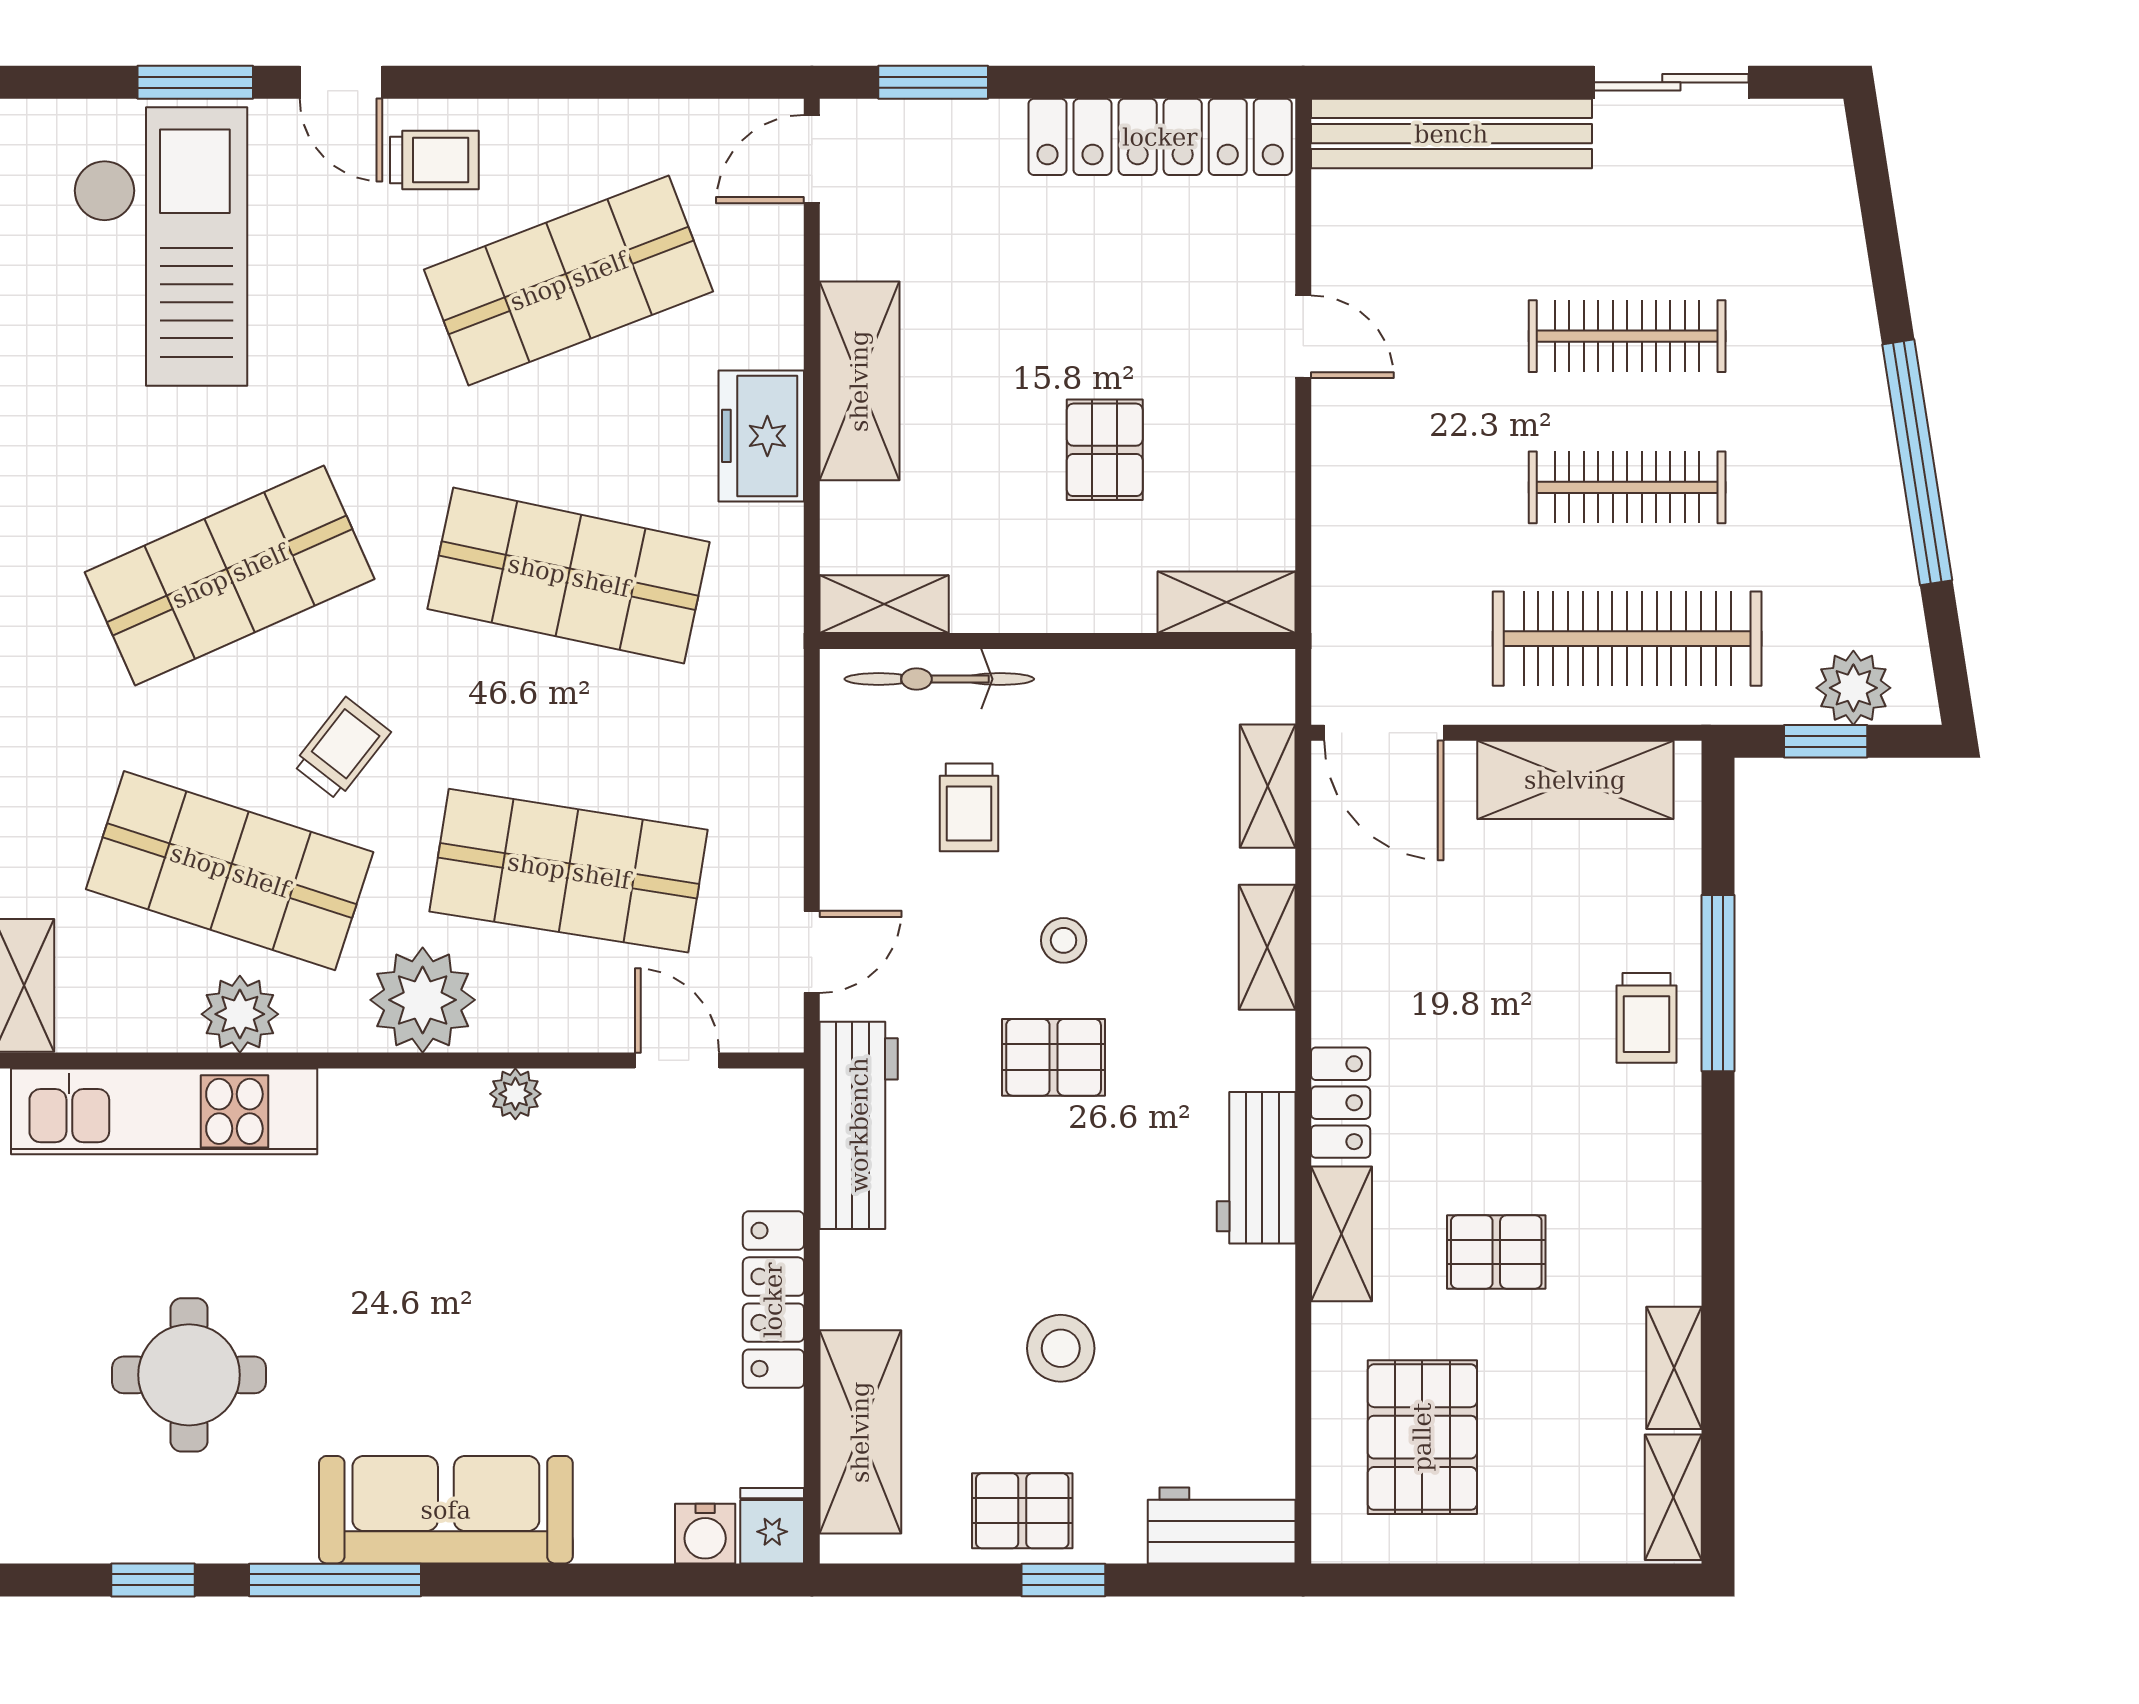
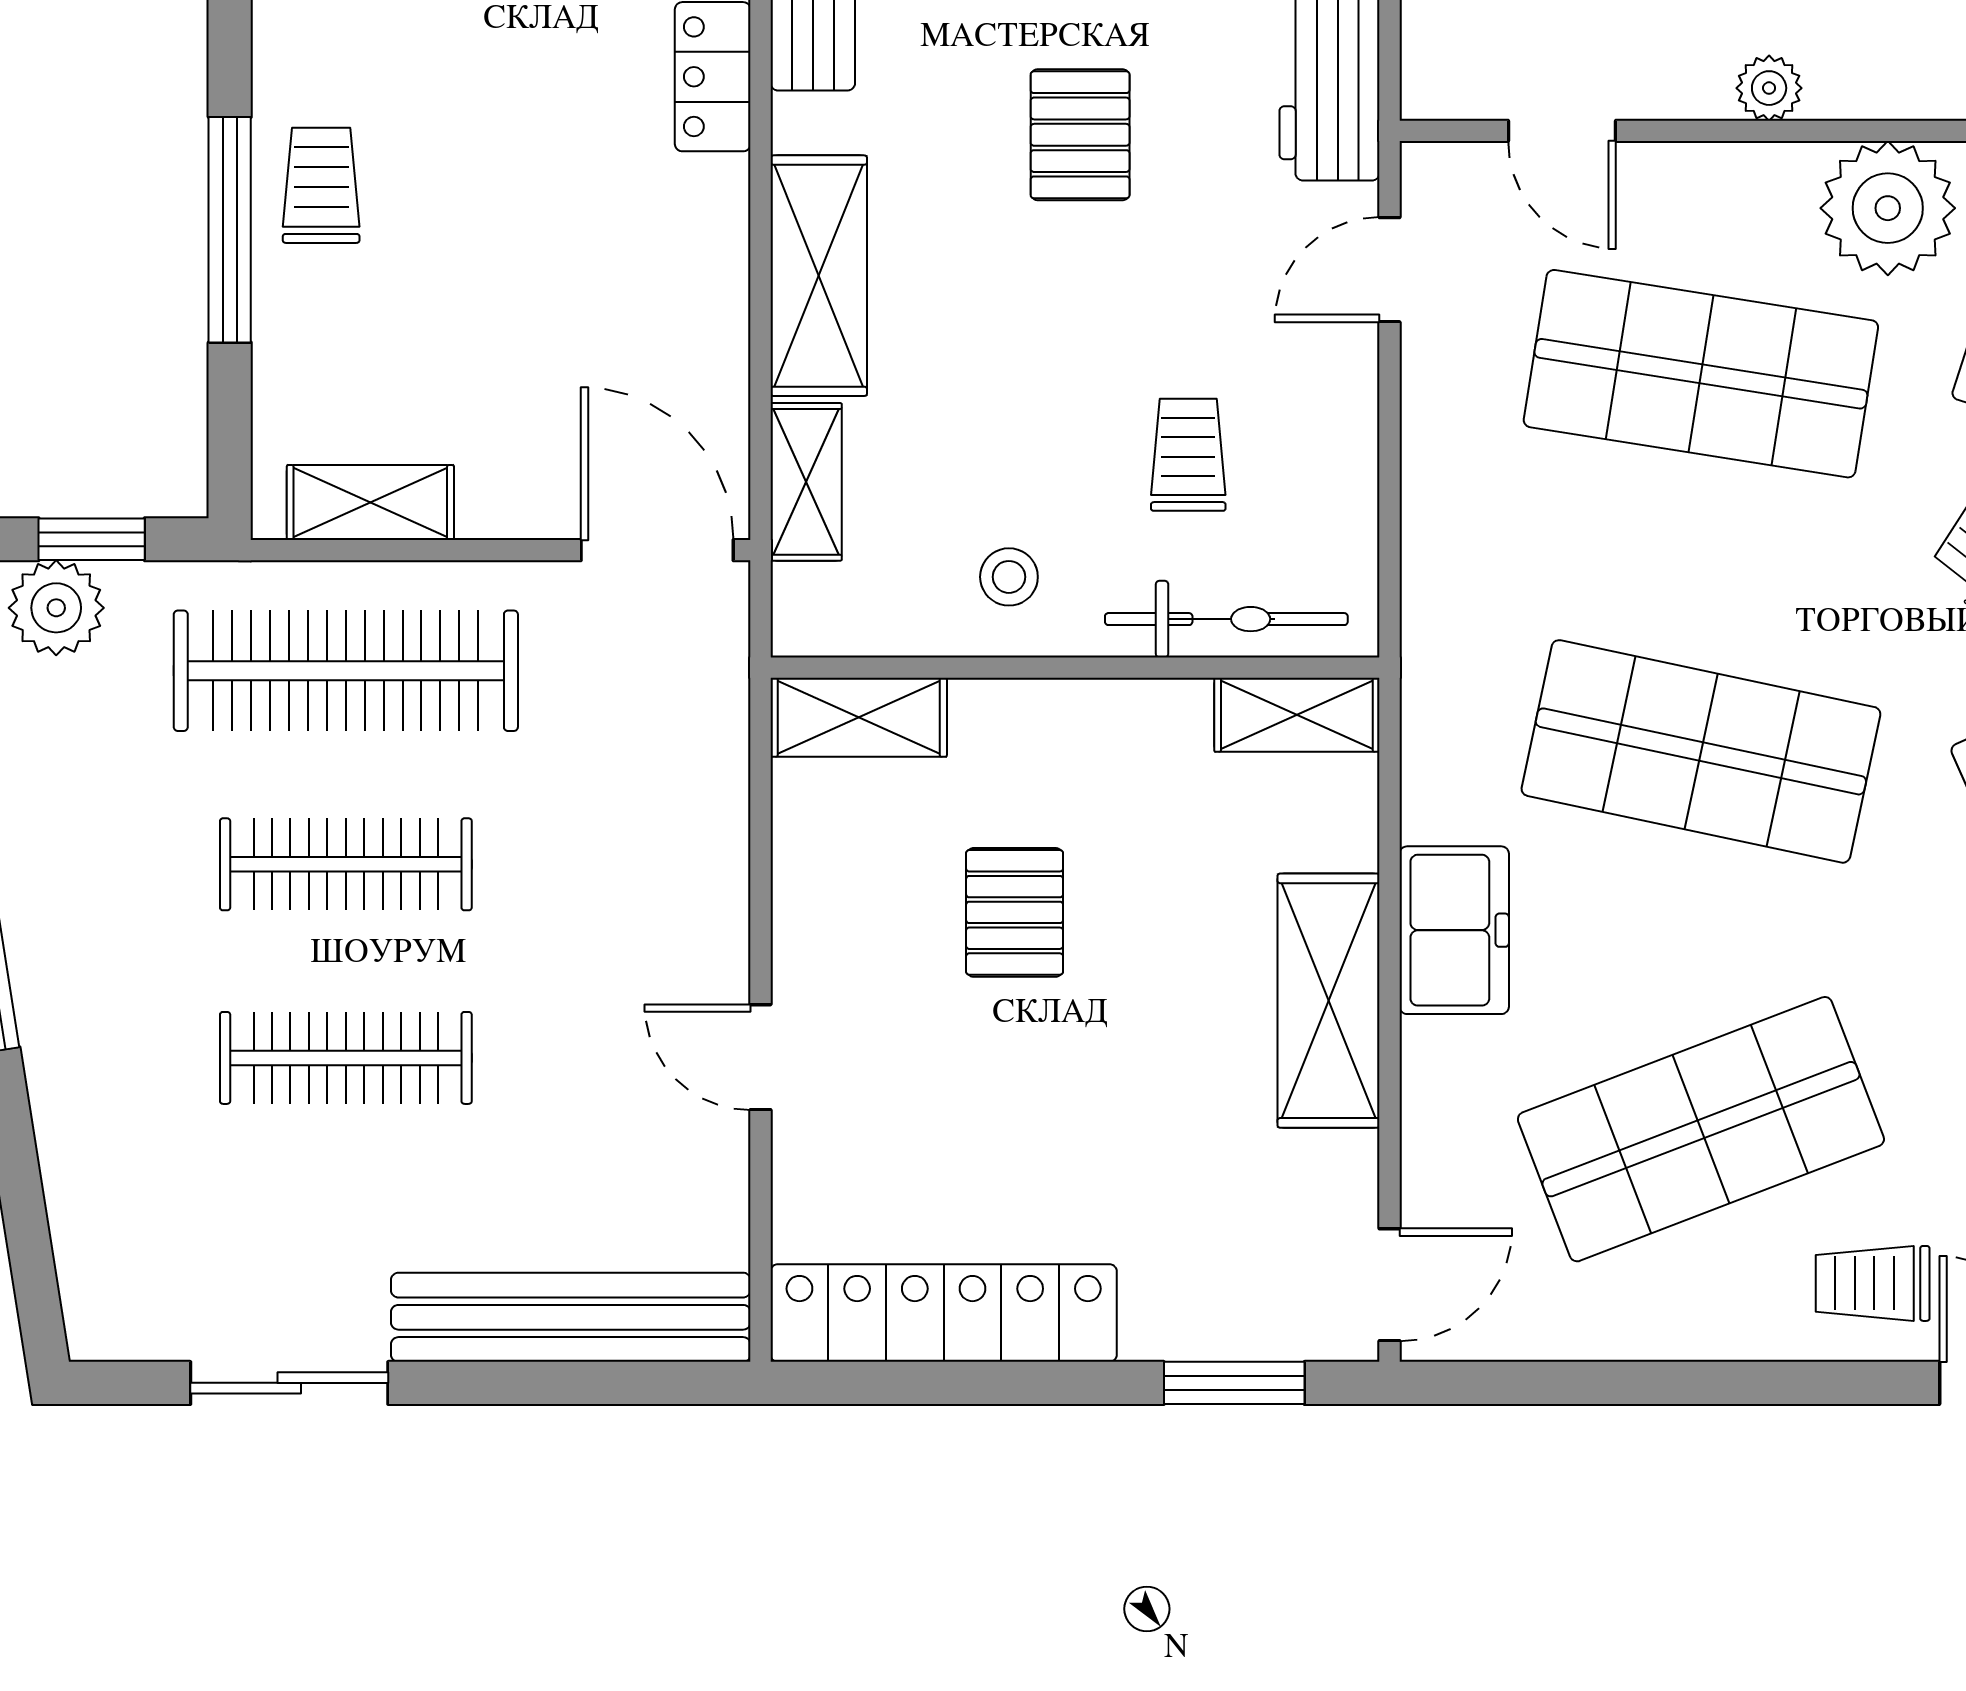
shelving: (1575, 780) -> (370, 502), width x0.67, depth x0.75
stool: (1064, 940) -> (1009, 577), moved
shelving: (1267, 947) -> (819, 276), width x1.50, depth x1.33
pallet: (1054, 1057) -> (1080, 135), turned 90

